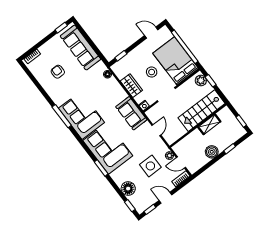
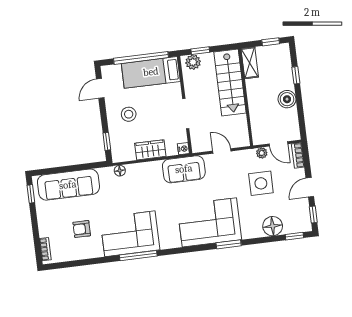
bed: (176, 61) -> (151, 72), width x0.67
stool: (152, 72) -> (129, 114), moved
corner sofa: (81, 115) -> (130, 234), moved
shelving: (209, 124) -> (250, 63), moved
door: (181, 163) -> (278, 144), hinge flipped

